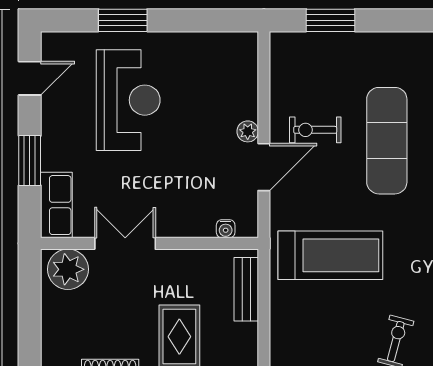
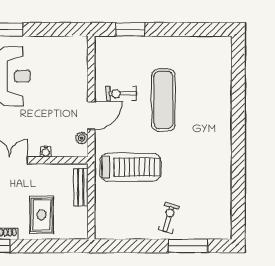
plant: (248, 131) -> (82, 138), moved
water cooler: (226, 229) -> (46, 152), moved

